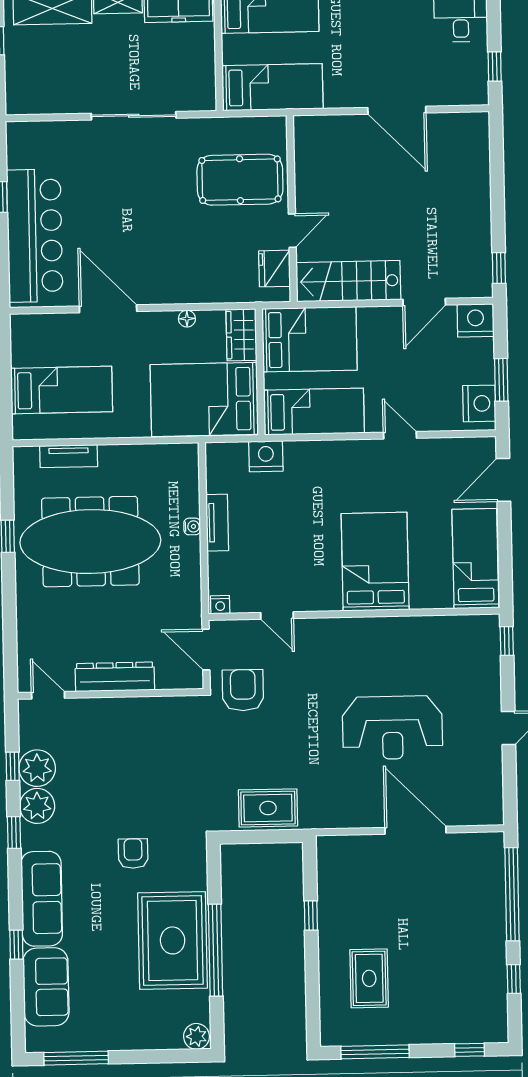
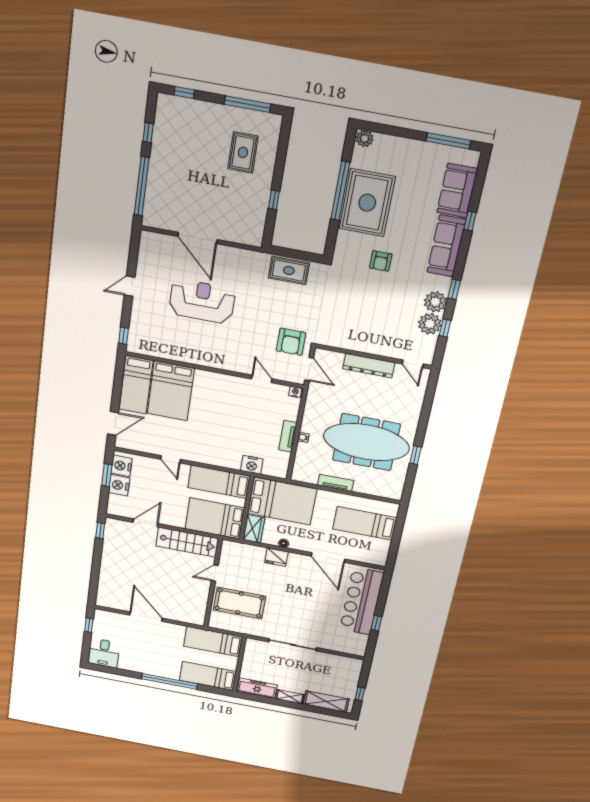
fridge: (275, 269) -> (276, 557), moved, turned 90
nightstand: (476, 320) -> (119, 485), moved, turned 90
tv unit: (69, 456) -> (336, 483), moved
bed: (375, 562) -> (171, 391), moved

